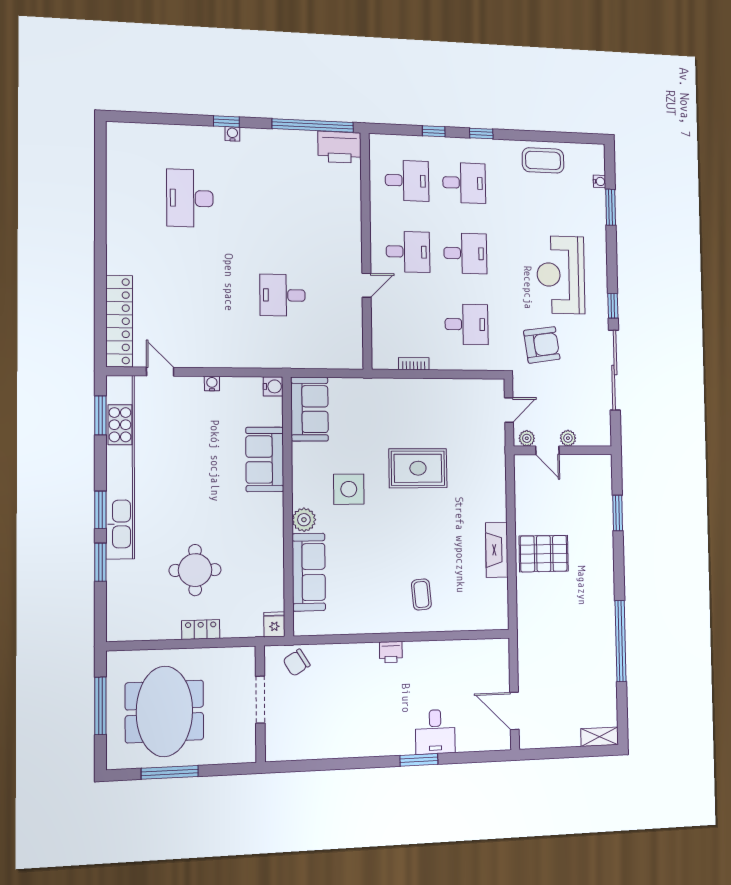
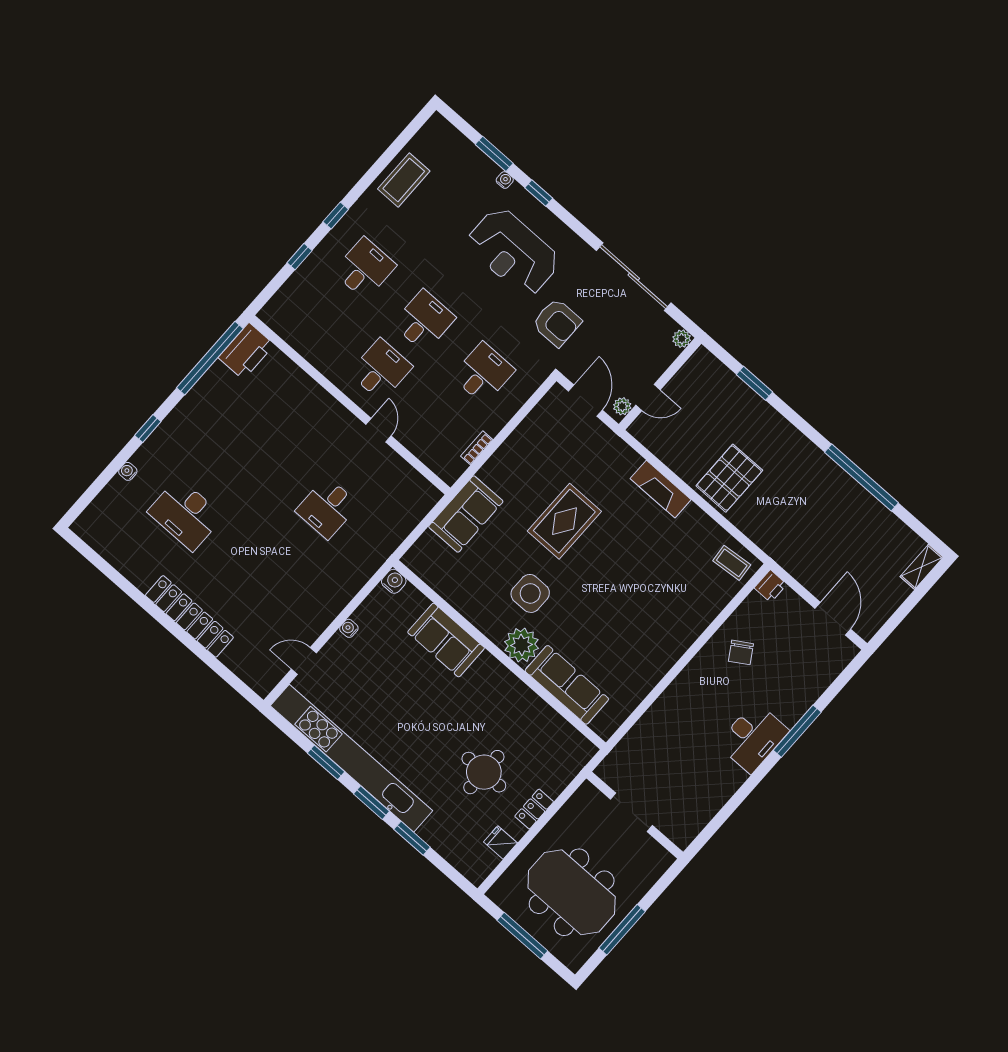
water cooler: (232, 134) -> (128, 471), moved
desk: (407, 181) -> (321, 317), removed
water cooler: (599, 181) -> (505, 180), moved
window: (613, 306) -> (539, 193), moved
locker: (119, 321) -> (189, 616), moved
armchair: (542, 345) -> (557, 323), turned 98
sofa: (310, 409) -> (466, 514), moved, turned 90
door: (509, 410) -> (585, 401), width x1.38
window: (100, 415) -> (326, 762), moved
plant: (568, 438) -> (682, 339), moved
plant: (304, 520) -> (521, 645), width x1.36, depth x1.36
fireplace: (497, 550) -> (661, 489), moved
coffee table: (421, 595) -> (732, 563), moved
fridge: (274, 624) -> (500, 842), moved
printer: (391, 652) -> (771, 586), moved
chair: (297, 663) -> (741, 652), moved
door: (514, 711) -> (833, 619), swing flipped
desk: (435, 732) -> (753, 737), moved, width x1.37
window: (419, 760) -> (797, 731), width x1.44

